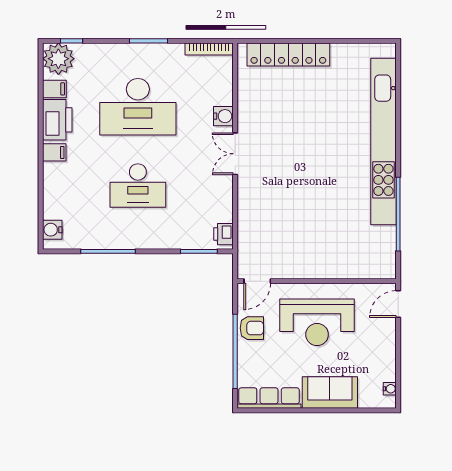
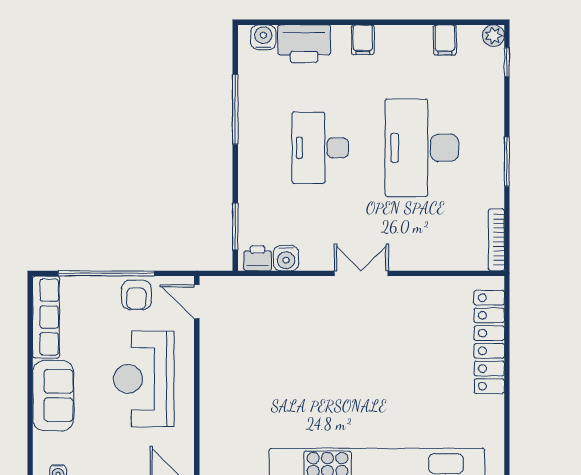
plant: (58, 59) -> (493, 36), width x0.53, depth x0.53
water cooler: (223, 116) -> (286, 258), moved
printer: (57, 120) -> (304, 44), moved

